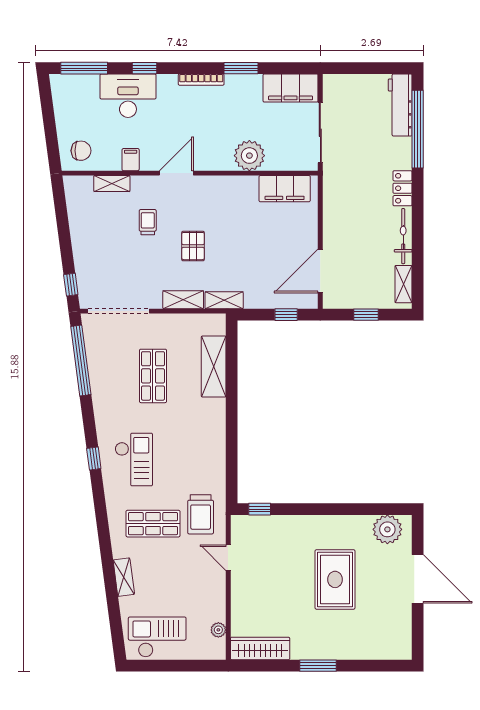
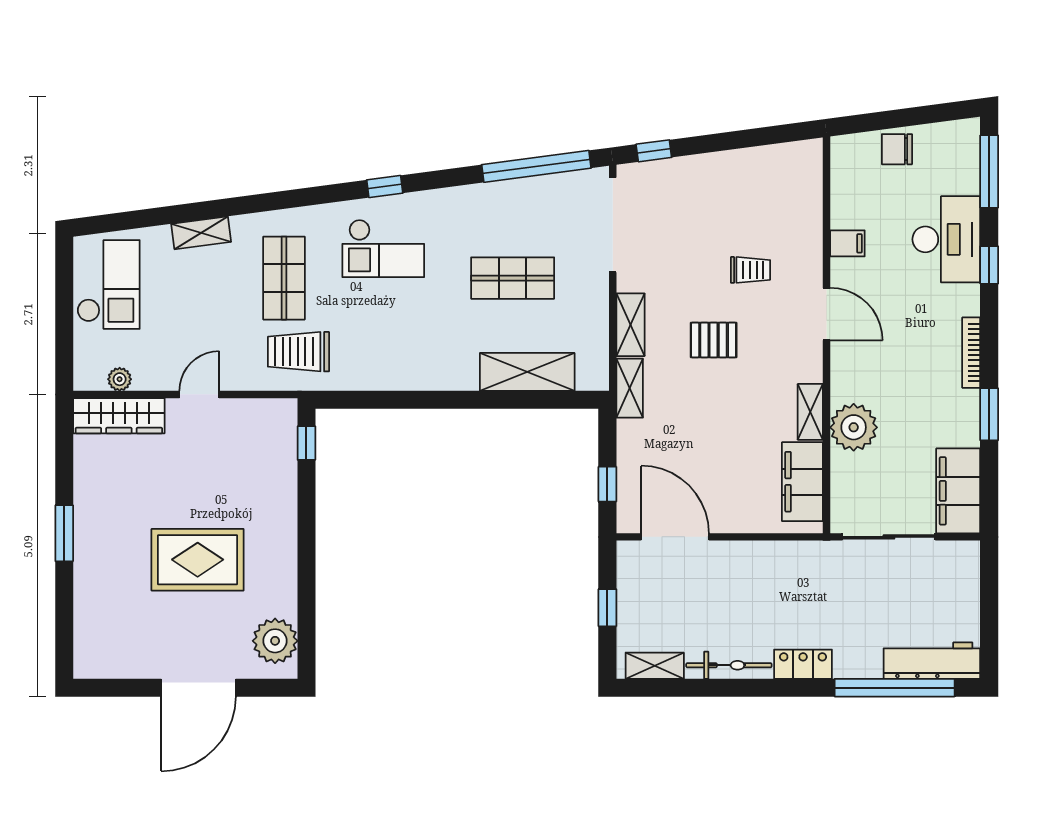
chair: (81, 151) -> (897, 149), moved, turned 90
shelving: (112, 184) -> (810, 412), moved
door: (228, 558) -> (199, 394), moved
wardrobe: (260, 648) -> (119, 416), moved, turned 90

